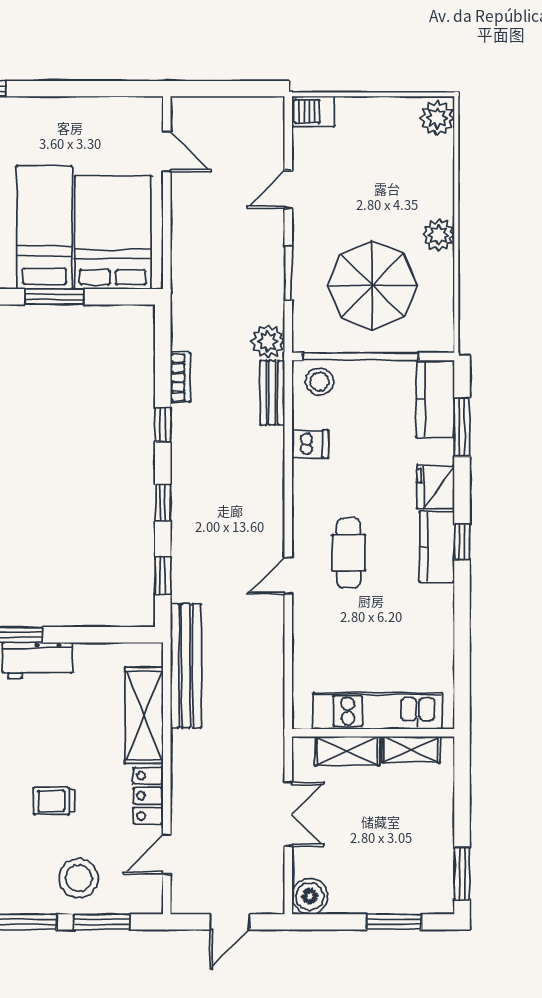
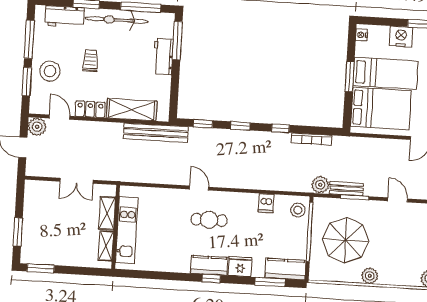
bookcase: (180, 377) -> (312, 139), width x1.56
bench: (272, 393) -> (346, 189), moved
boiler: (310, 896) -> (34, 189), removed
plant: (188, 897) -> (37, 127), added

